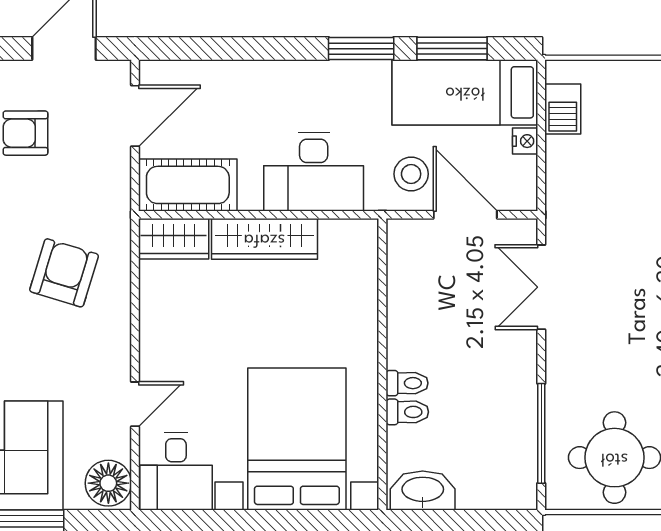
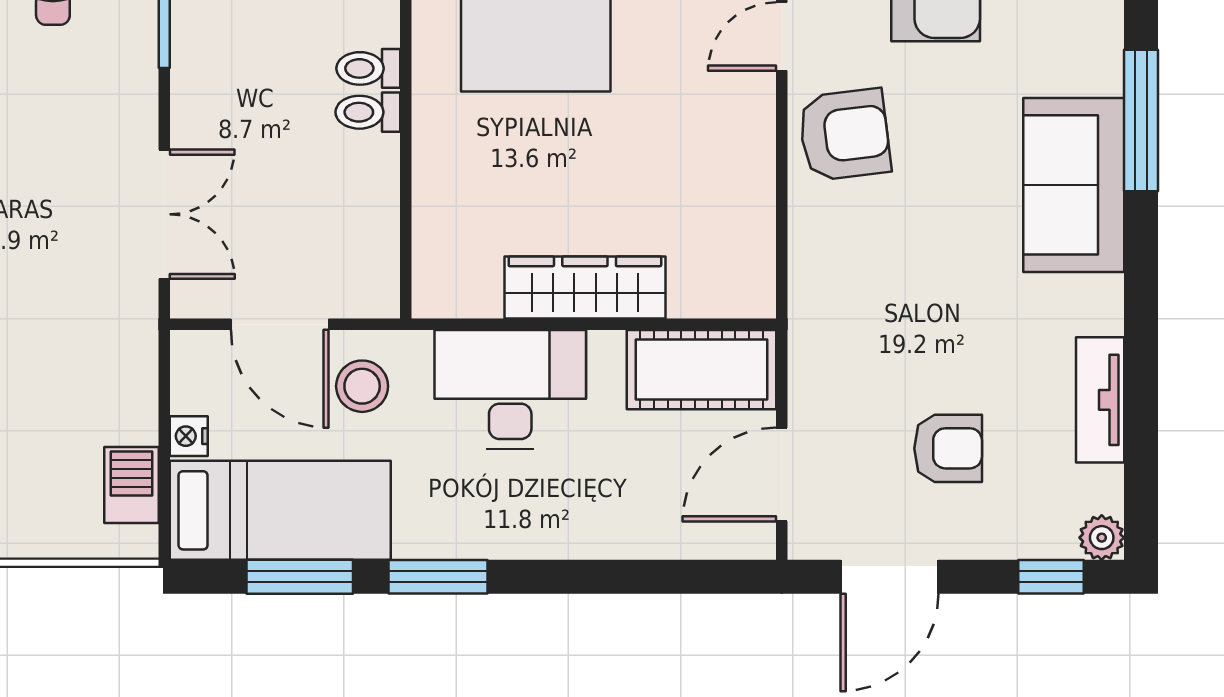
wardrobe: (174, 239) -> (723, 288), removed
armchair: (64, 273) -> (845, 135), moved, turned -114
toilet: (407, 412) -> (368, 112), moved

